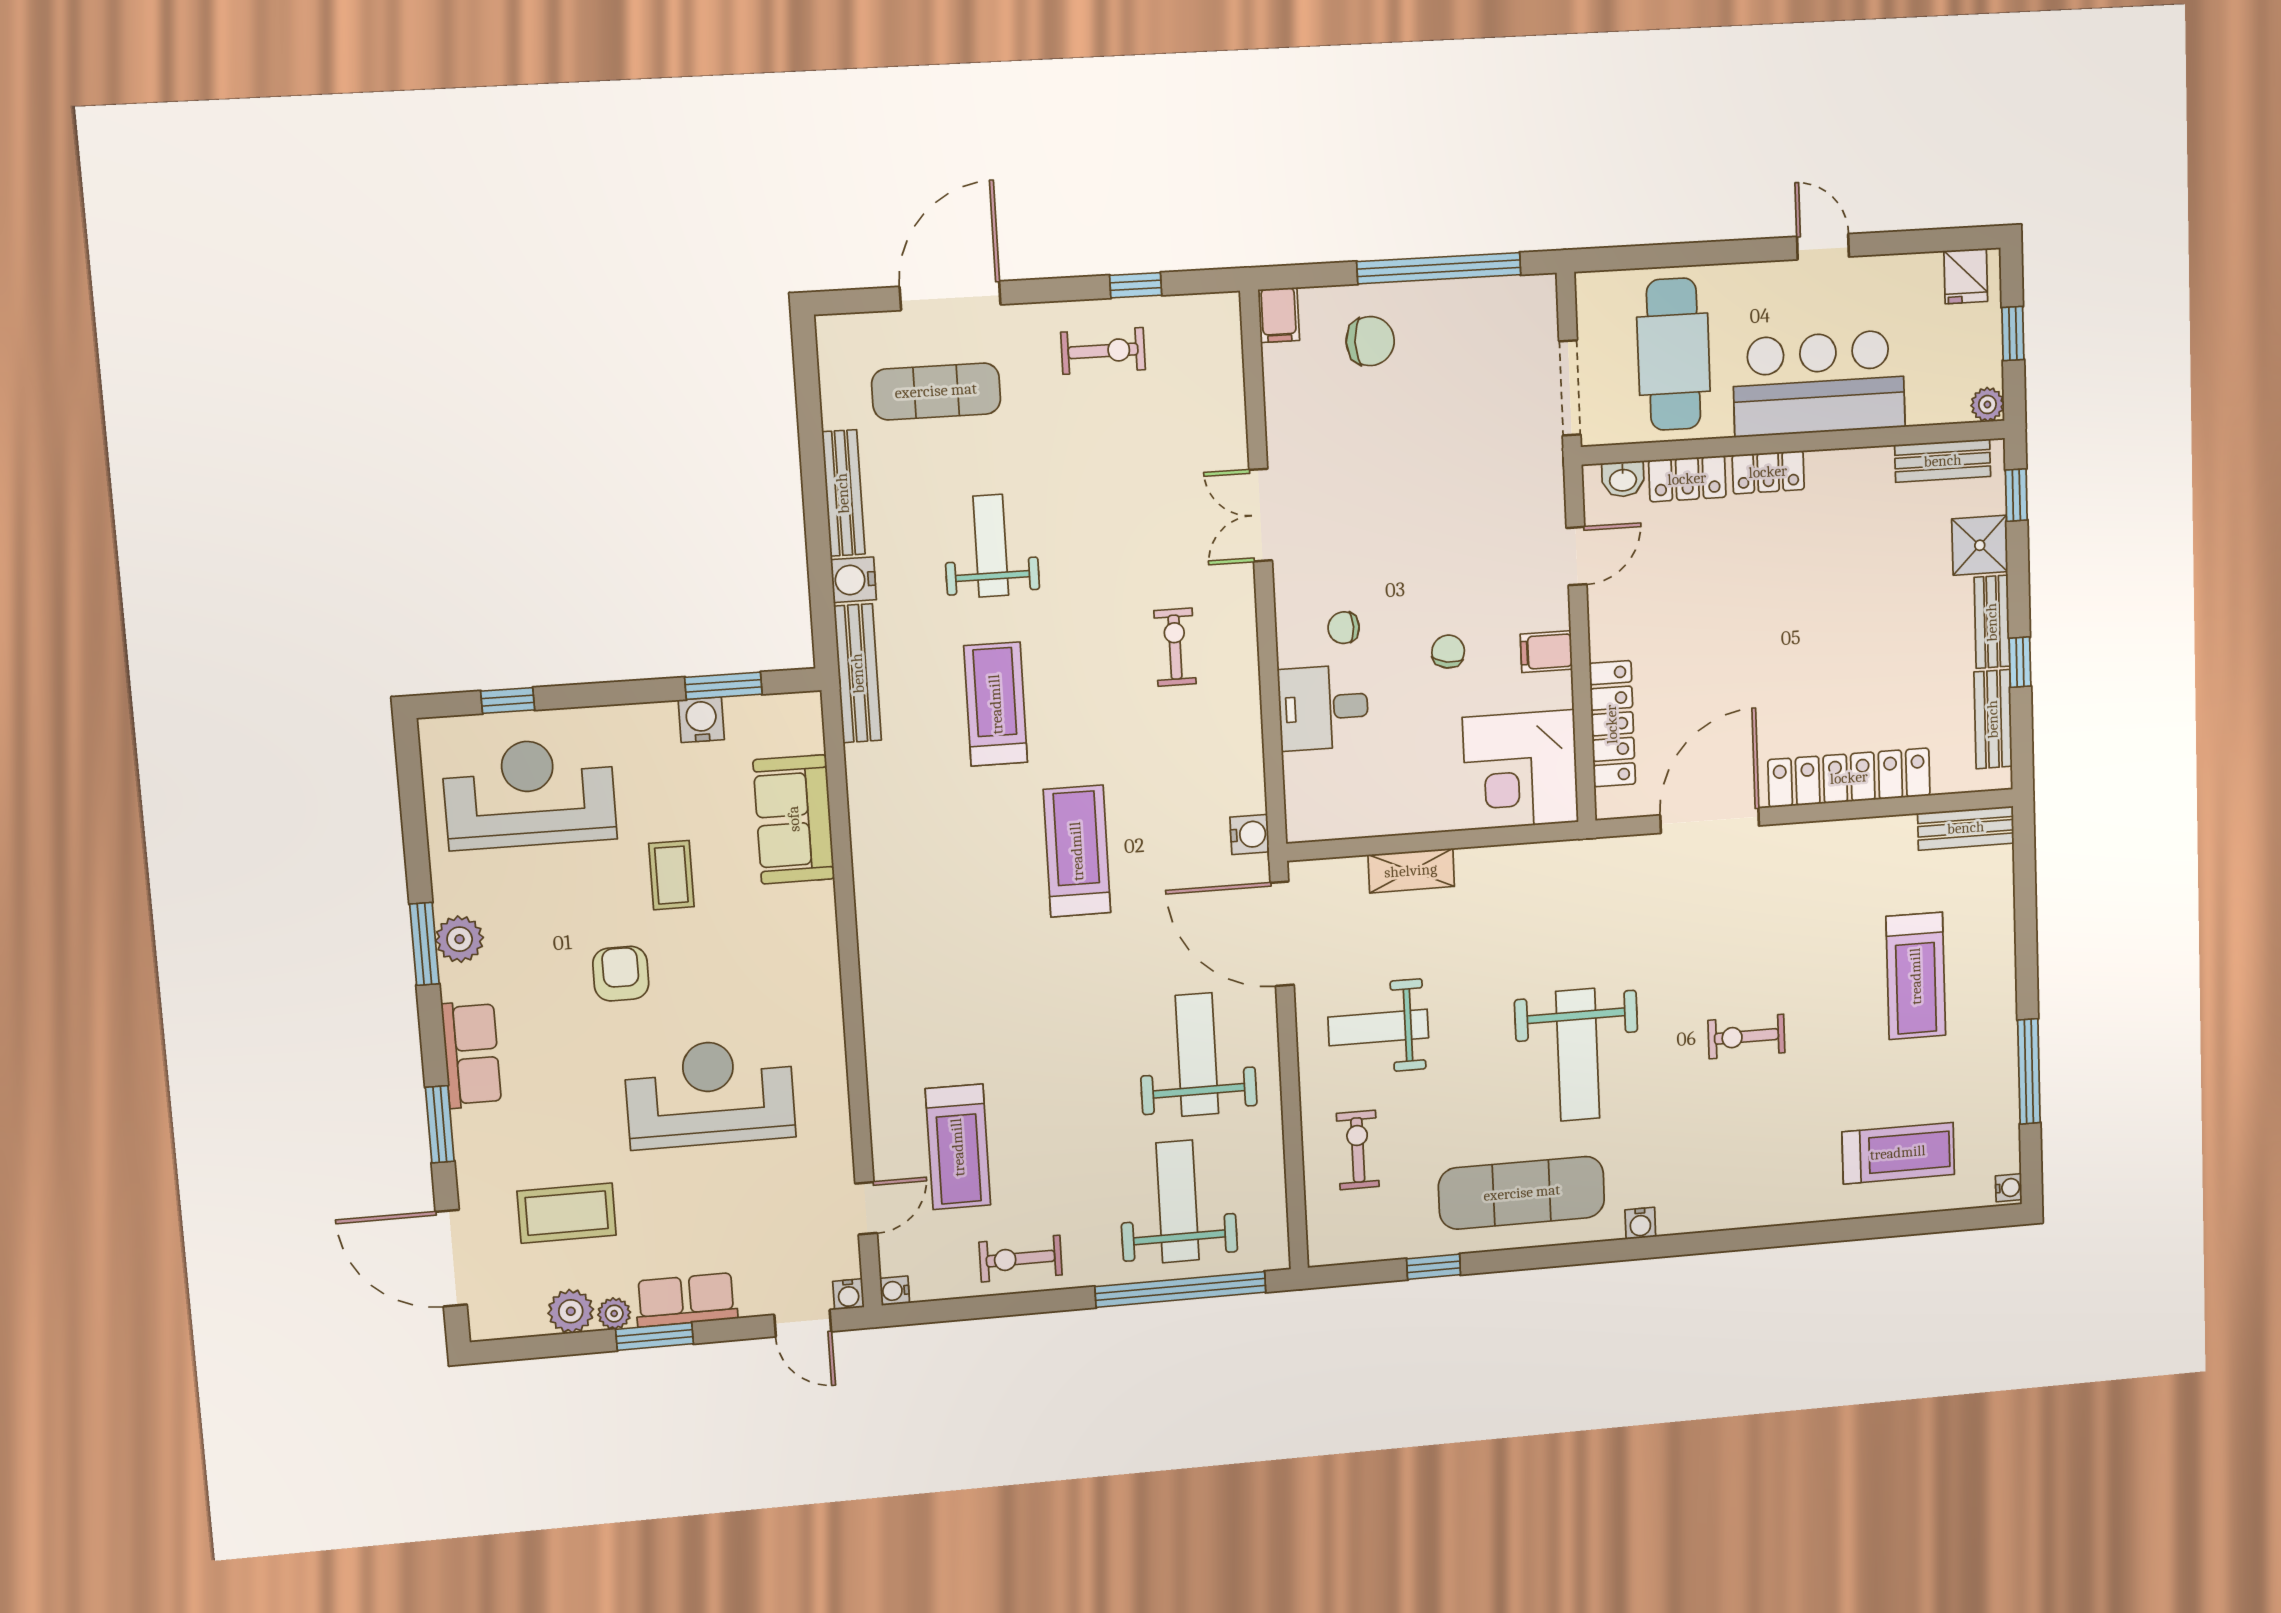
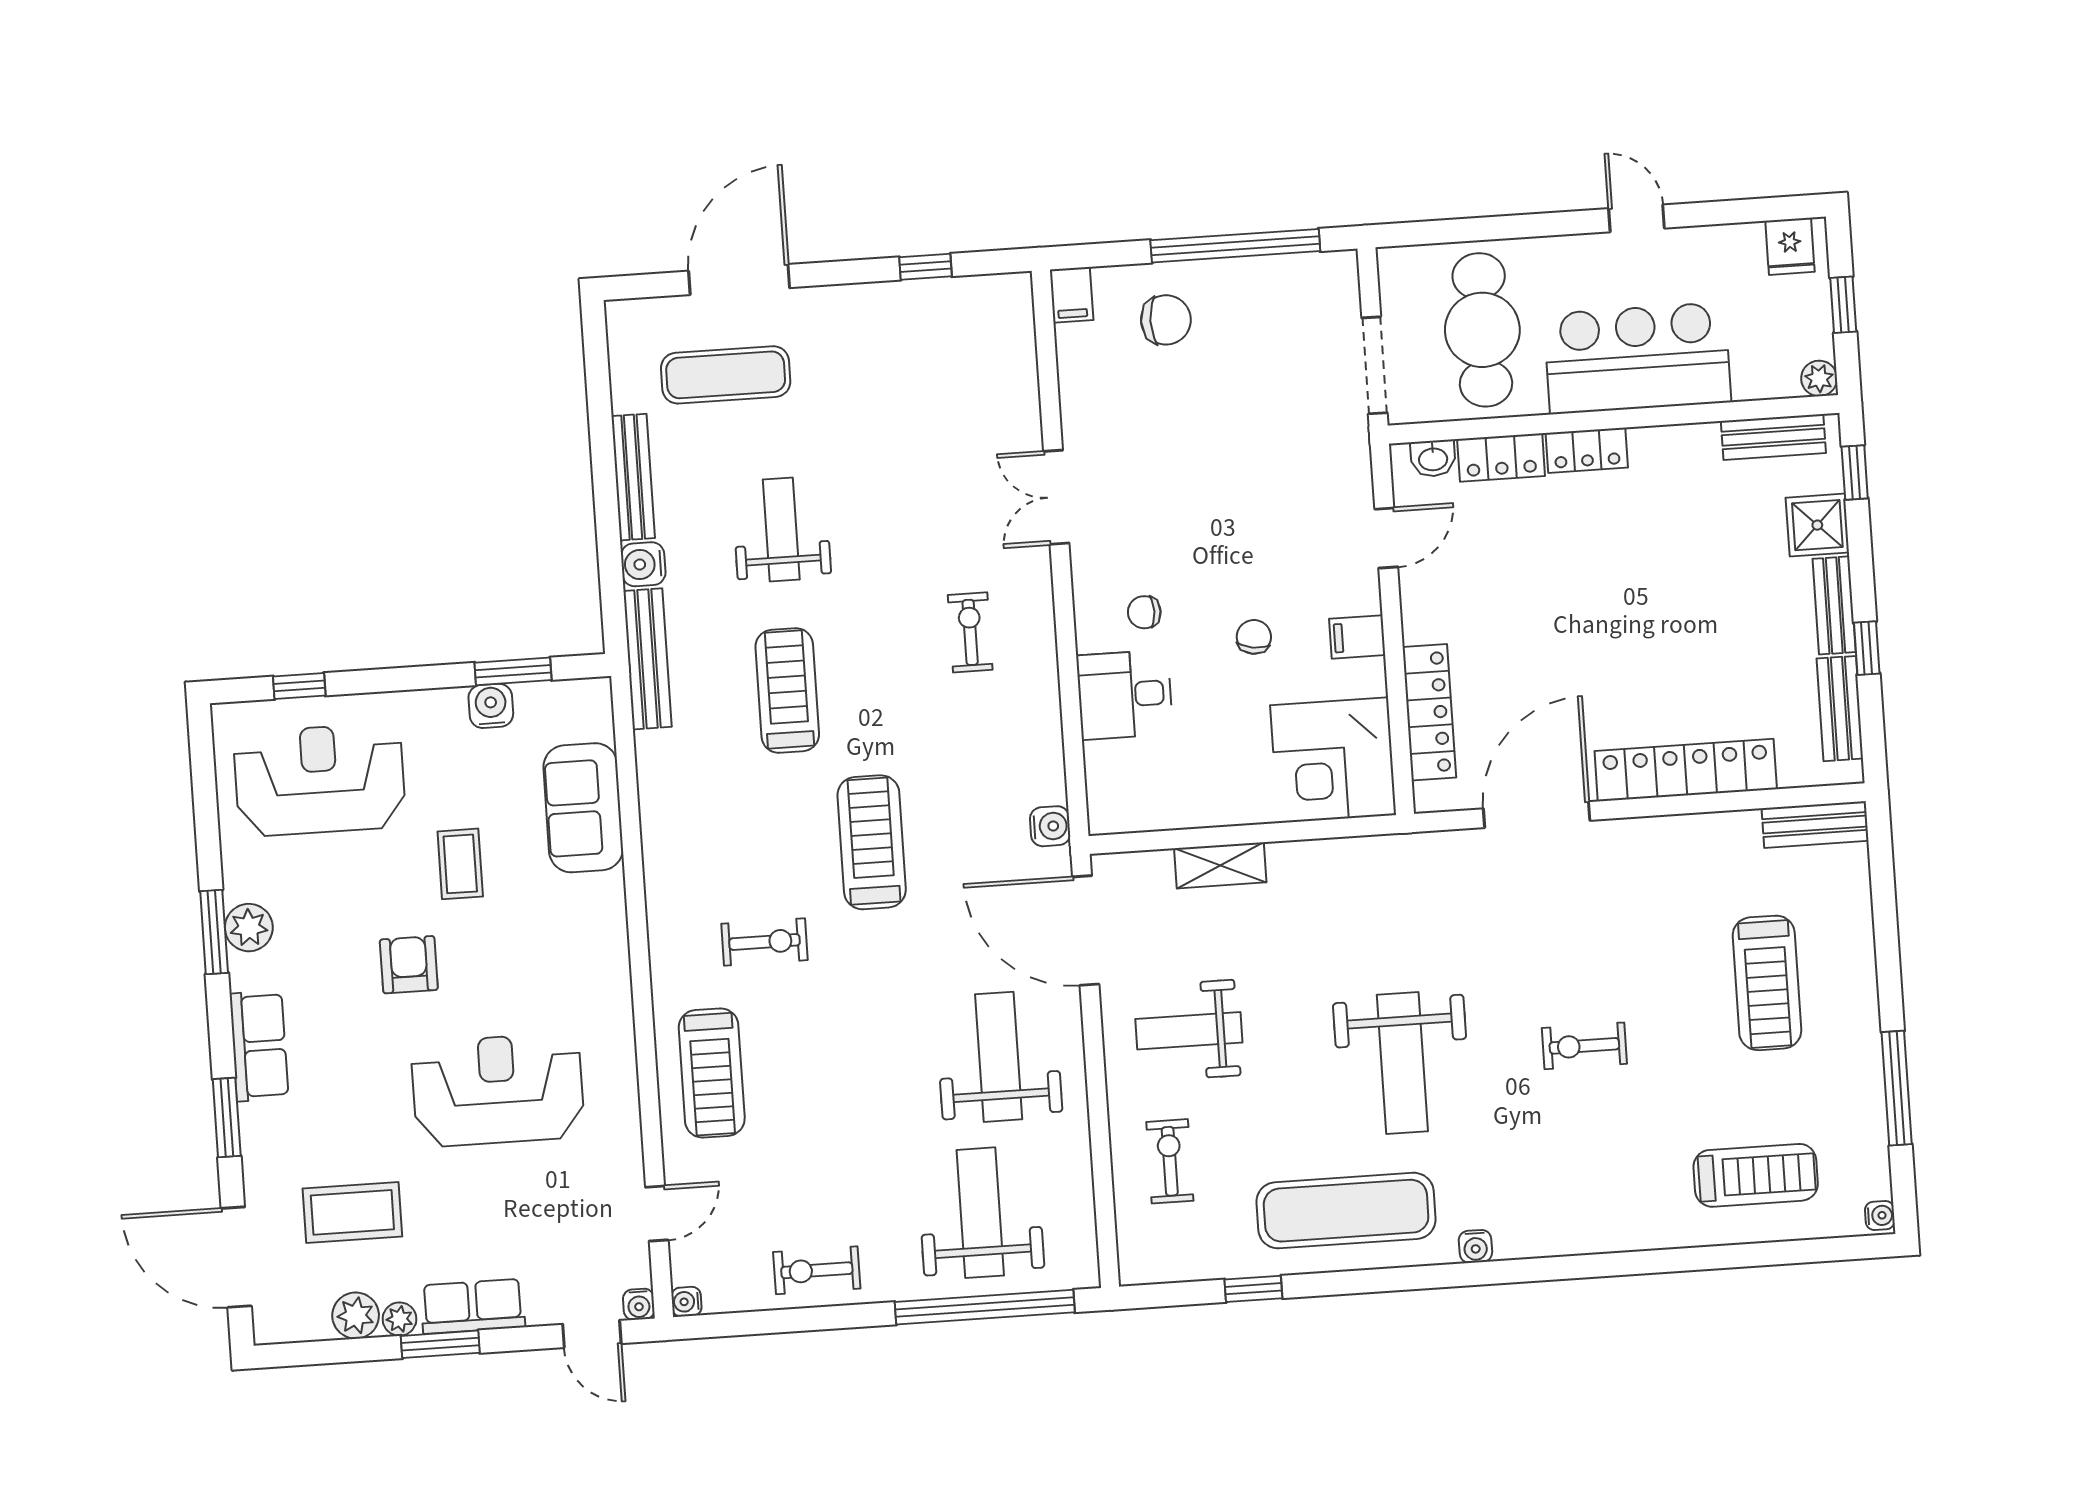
exercise bike: (1103, 351) -> (765, 942), moved
treadmill: (958, 1147) -> (712, 1073), moved

